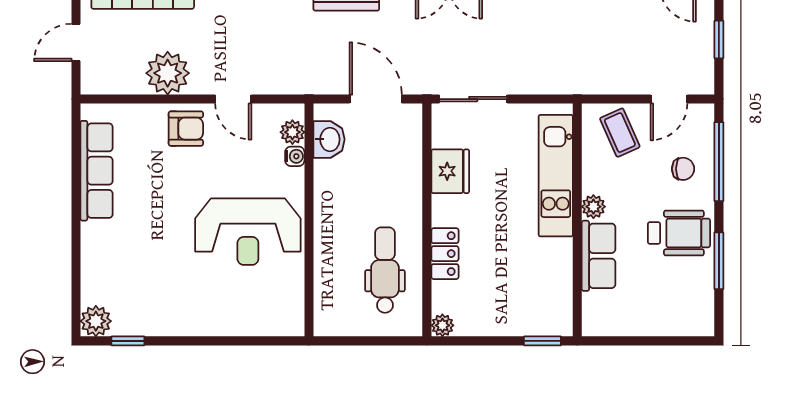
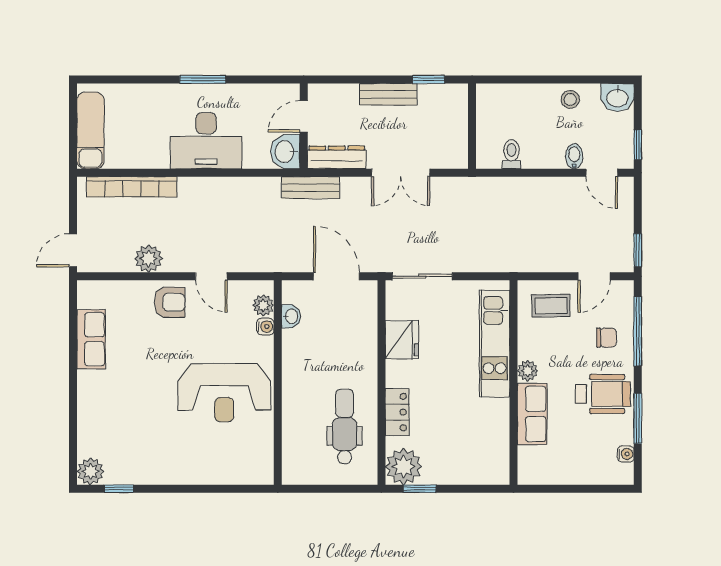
window: (719, 39) -> (638, 250), moved
door: (76, 43) -> (73, 250), moved
plant: (168, 73) -> (149, 259), width x0.73, depth x0.73
coffee table: (620, 133) -> (551, 306), turned -67
washbasin: (329, 139) -> (291, 316), width x0.72, depth x0.69
row of seats: (97, 171) -> (91, 339), width x0.68
water cooler: (705, 301) -> (626, 454), added
plant: (442, 325) -> (404, 467), width x1.88, depth x1.88
window: (542, 341) -> (420, 489), moved

